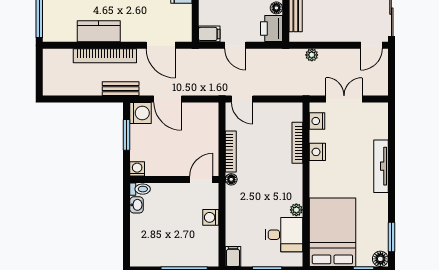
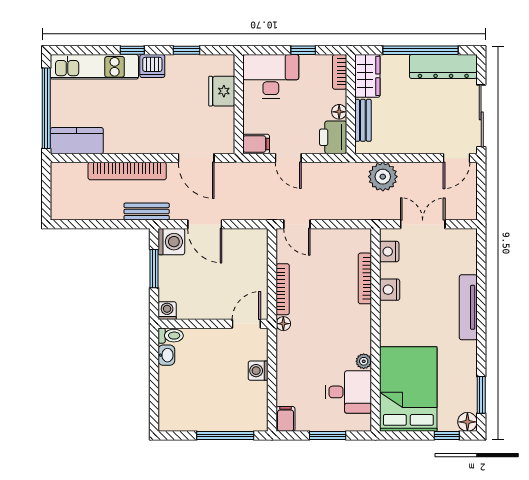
kitchen counter: (99, 31) -> (77, 141), moved
plant: (312, 55) -> (383, 177), width x1.87, depth x1.87

